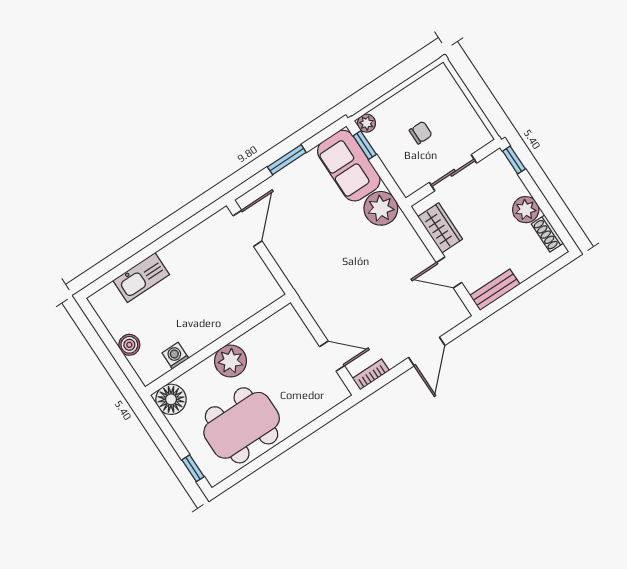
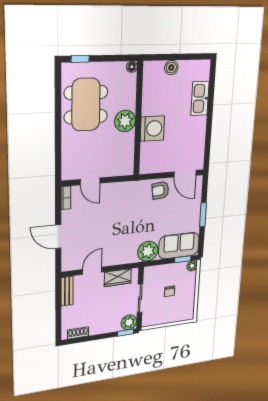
plant: (526, 210) -> (129, 322), moved
armchair: (289, 249) -> (160, 190), added
washing machine: (175, 356) -> (152, 129), moved, width x1.89, depth x1.89
door: (332, 356) -> (90, 181), hinge flipped
floor lamp: (171, 399) -> (132, 67), width x0.53, depth x0.53

